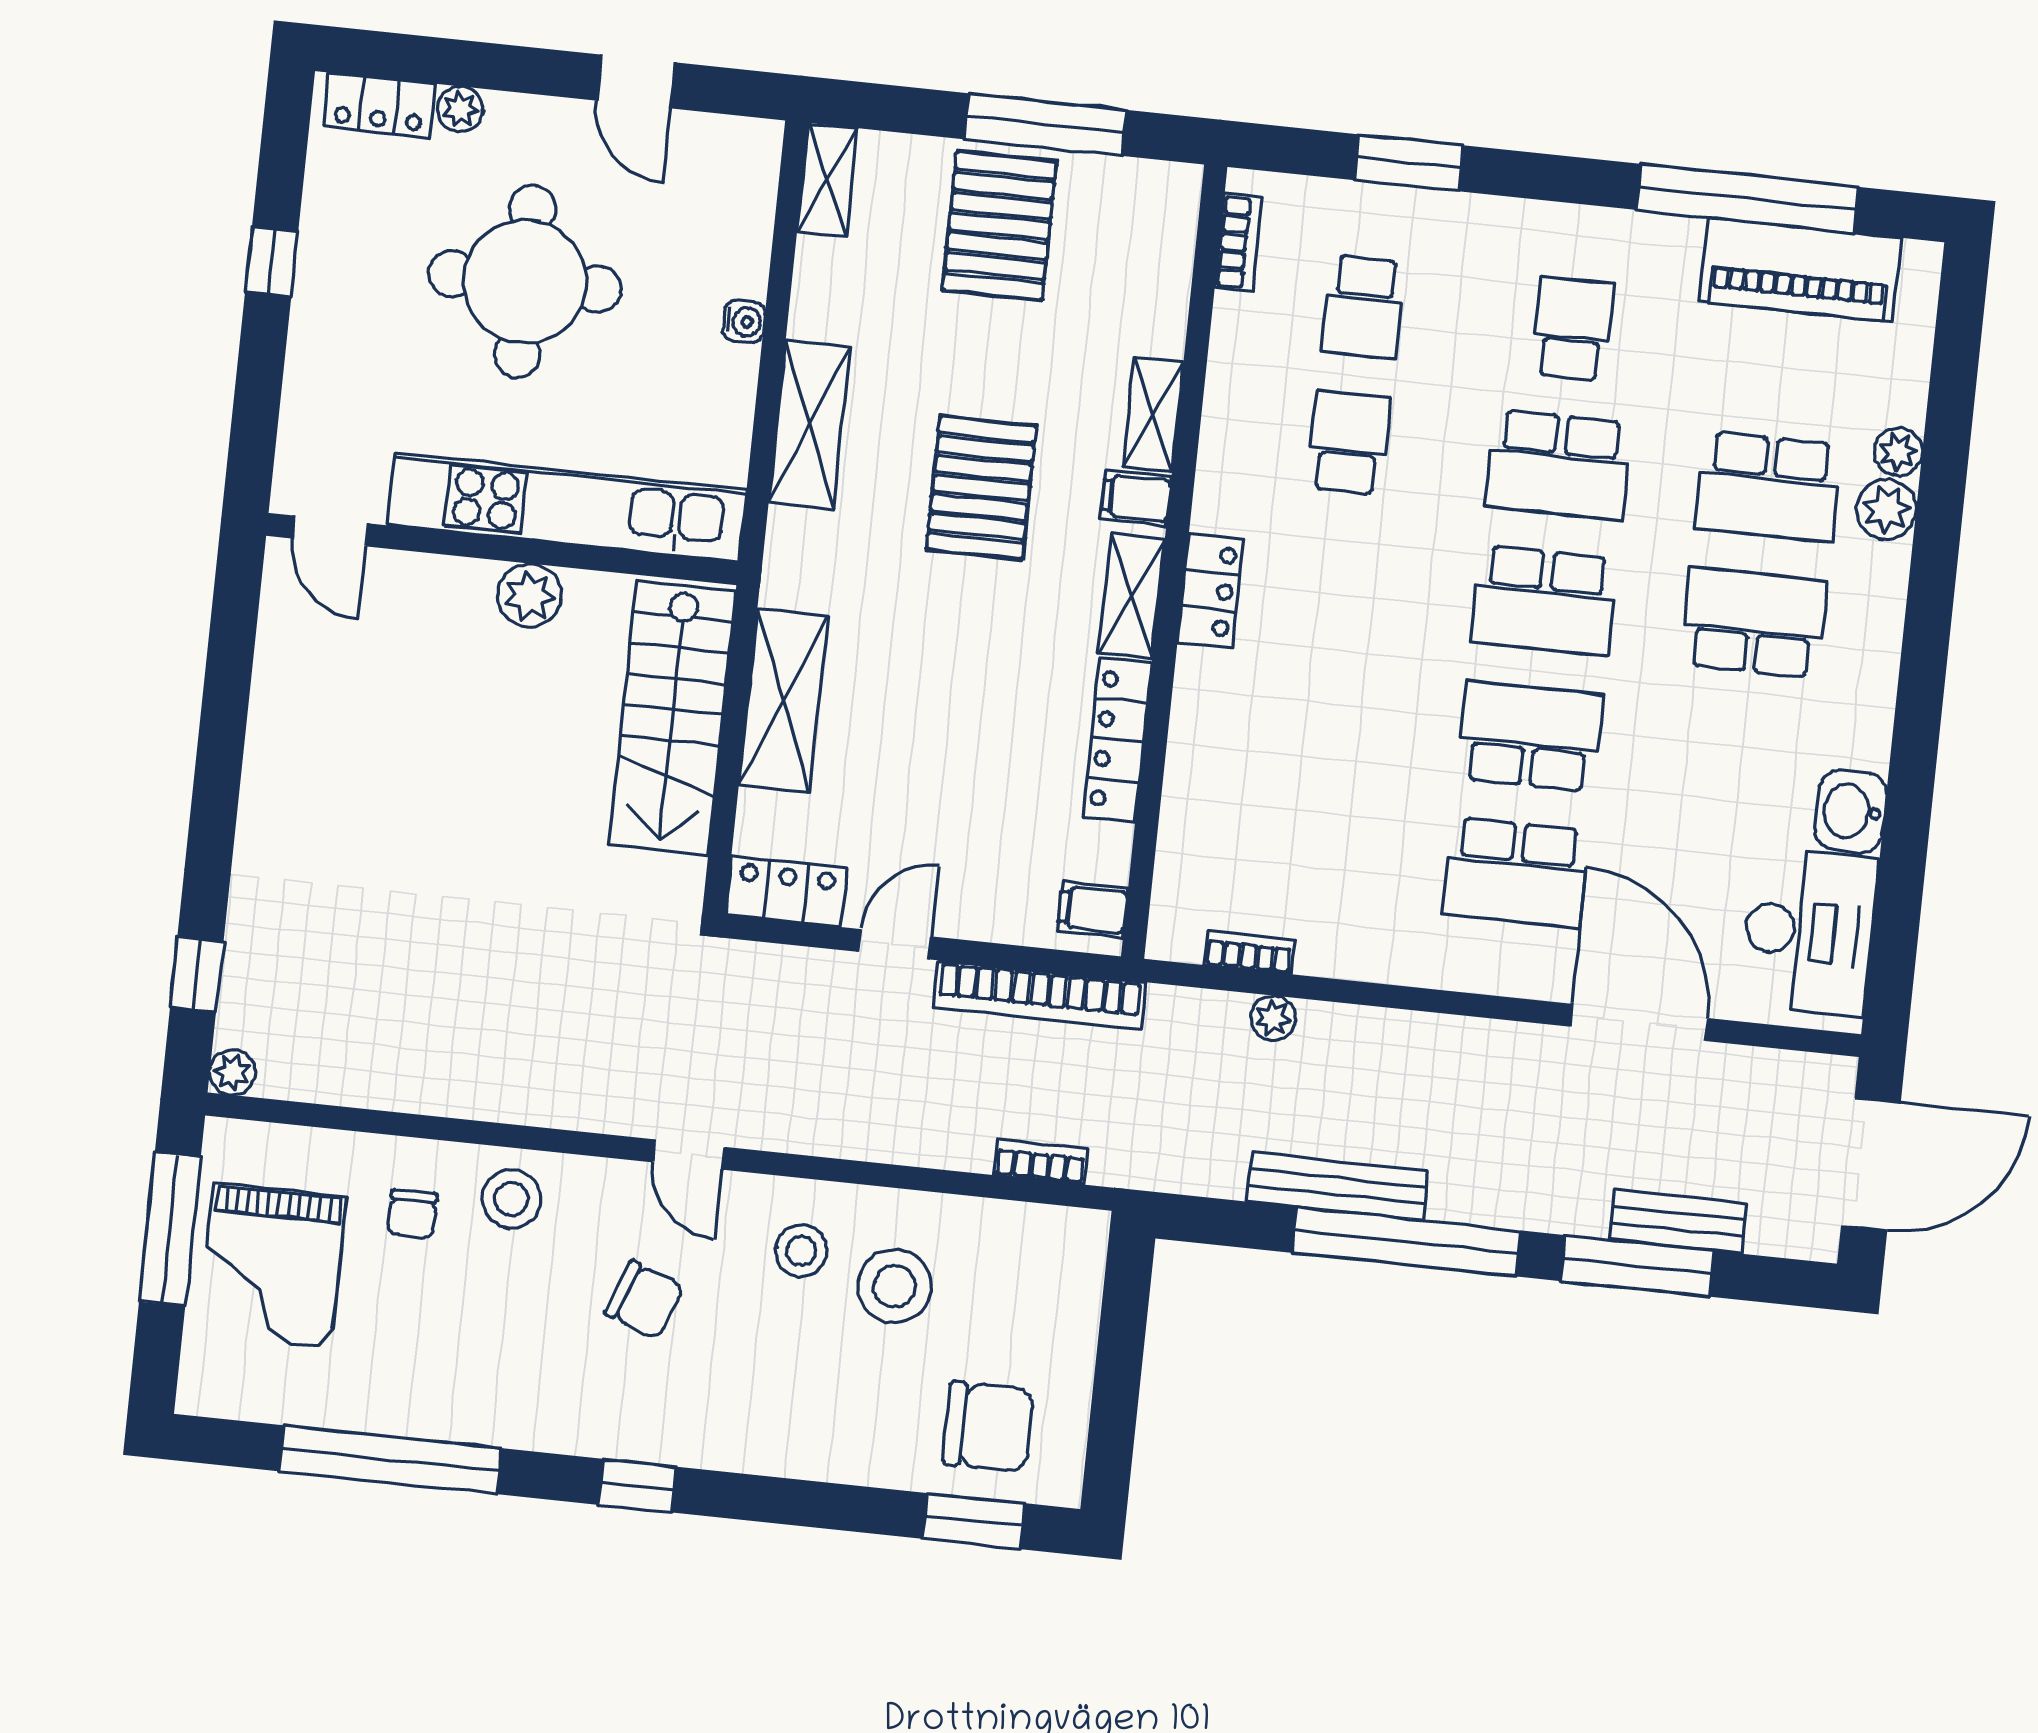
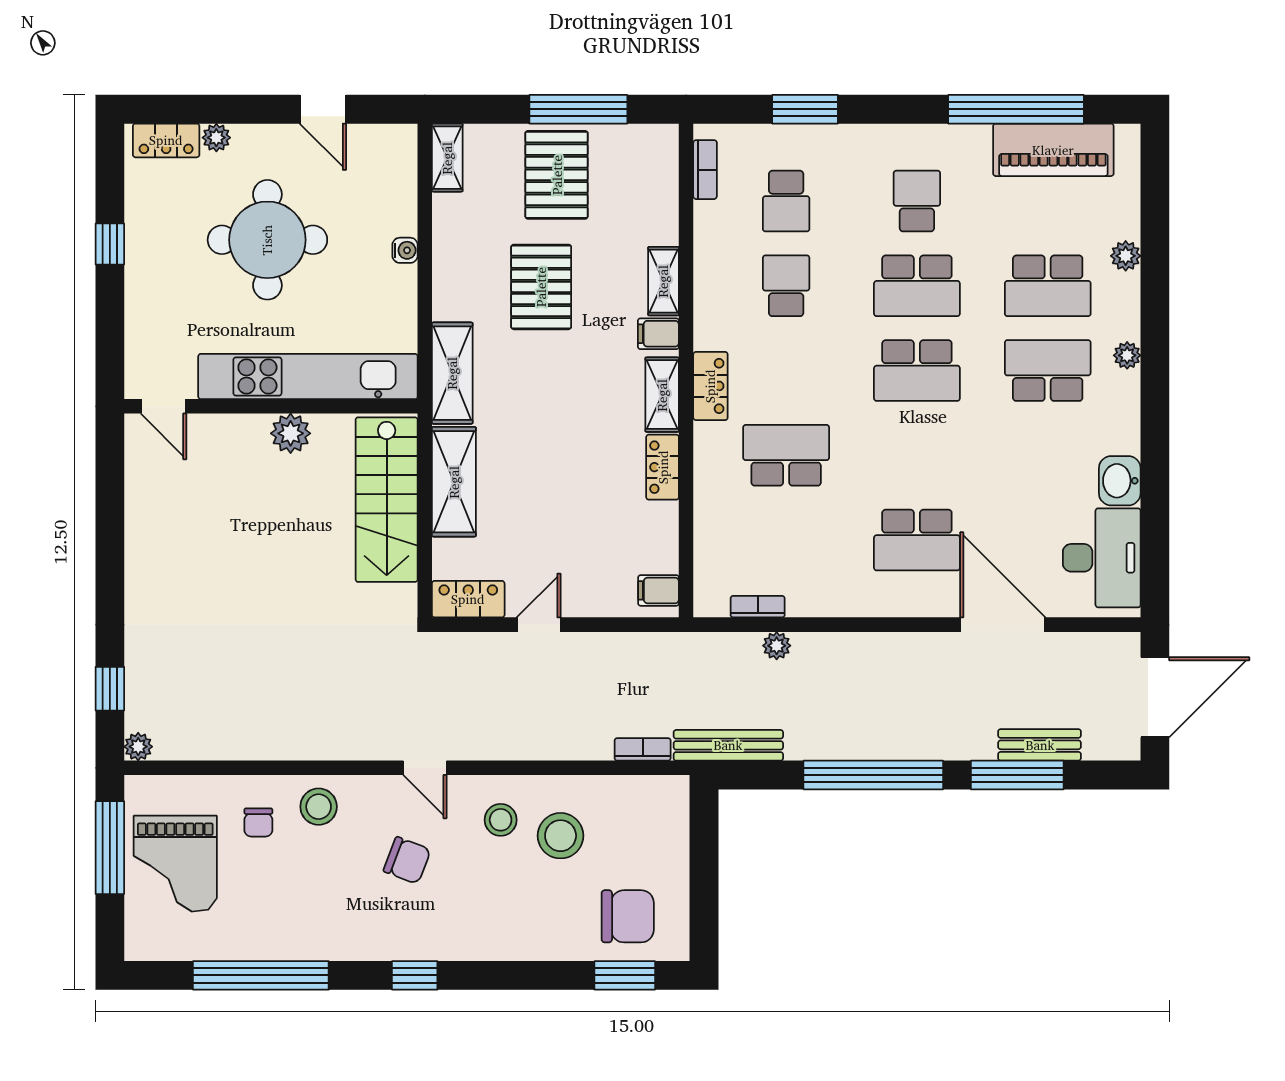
shelving: (810, 425) -> (452, 373), moved
pallet: (981, 488) -> (541, 287), moved
plant: (1886, 510) -> (1127, 355), moved, width x0.73, depth x0.73
school desk: (1530, 736) -> (786, 455), moved
locker: (1117, 740) -> (663, 467), width x0.66
bookcase: (1039, 995) -> (631, 647), removed
bench: (1337, 1186) -> (728, 745), moved

